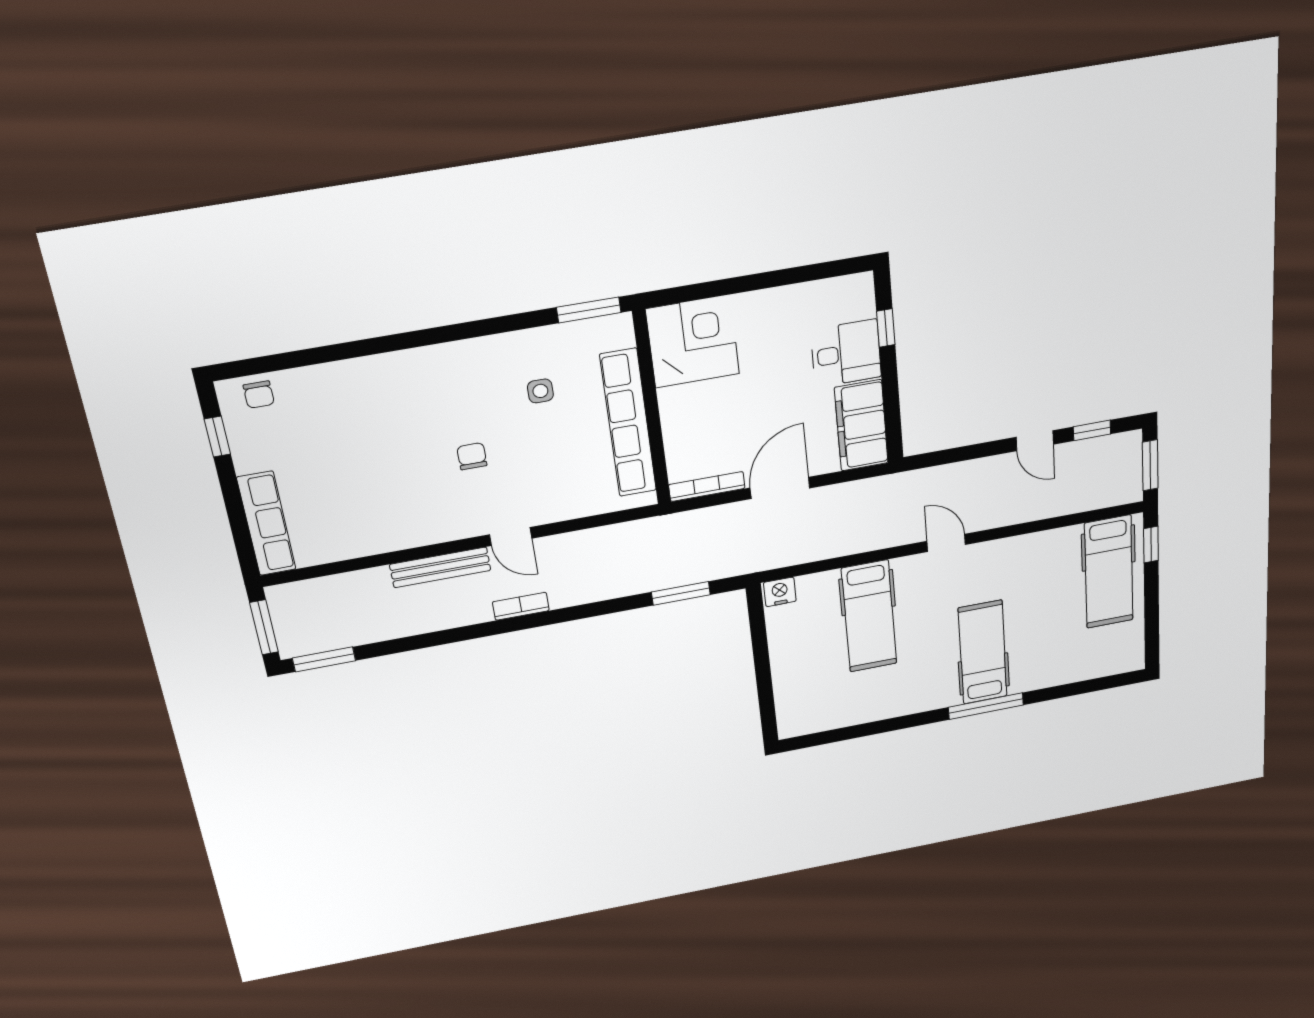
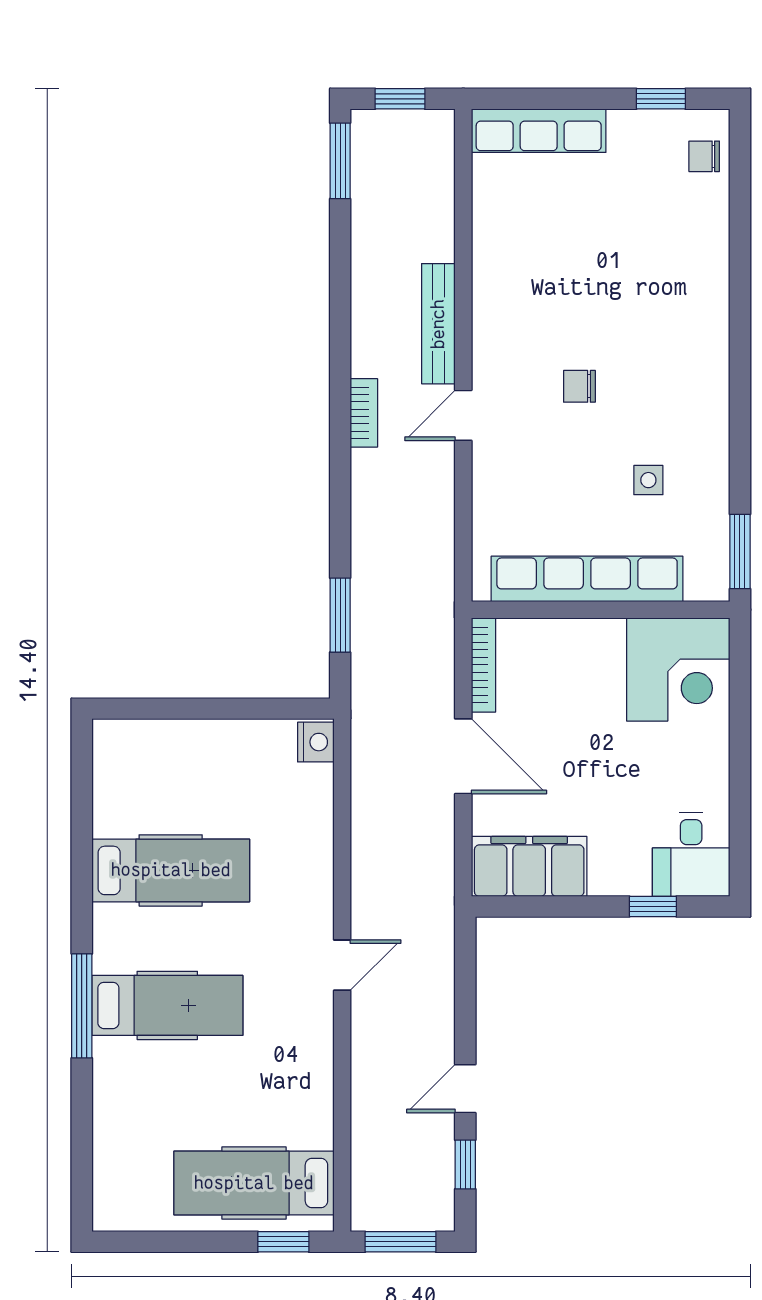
desk: (846, 353) -> (691, 855), moved
chair: (472, 456) -> (579, 386), turned 180
hospital bed: (869, 616) -> (171, 870), moved, turned 180
window: (264, 627) -> (400, 99), width x0.67

